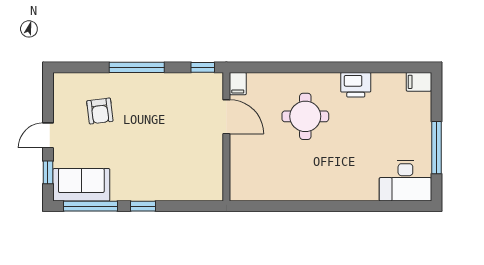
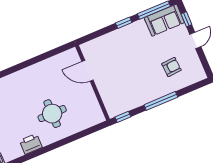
filing cabinet: (238, 84) -> (99, 116), removed
armchair: (100, 111) -> (171, 67), turned 93
door: (226, 117) -> (87, 71), moved

